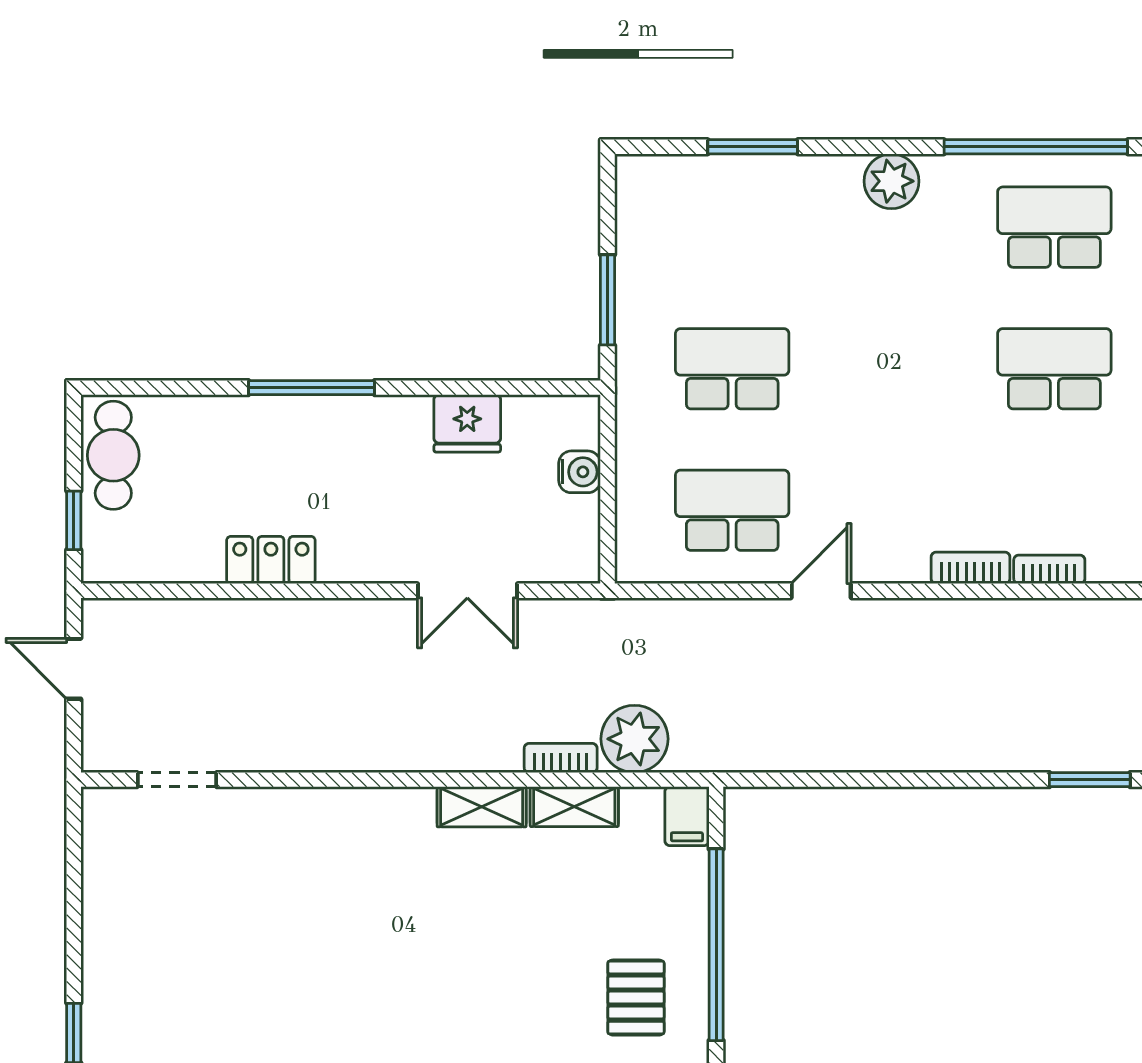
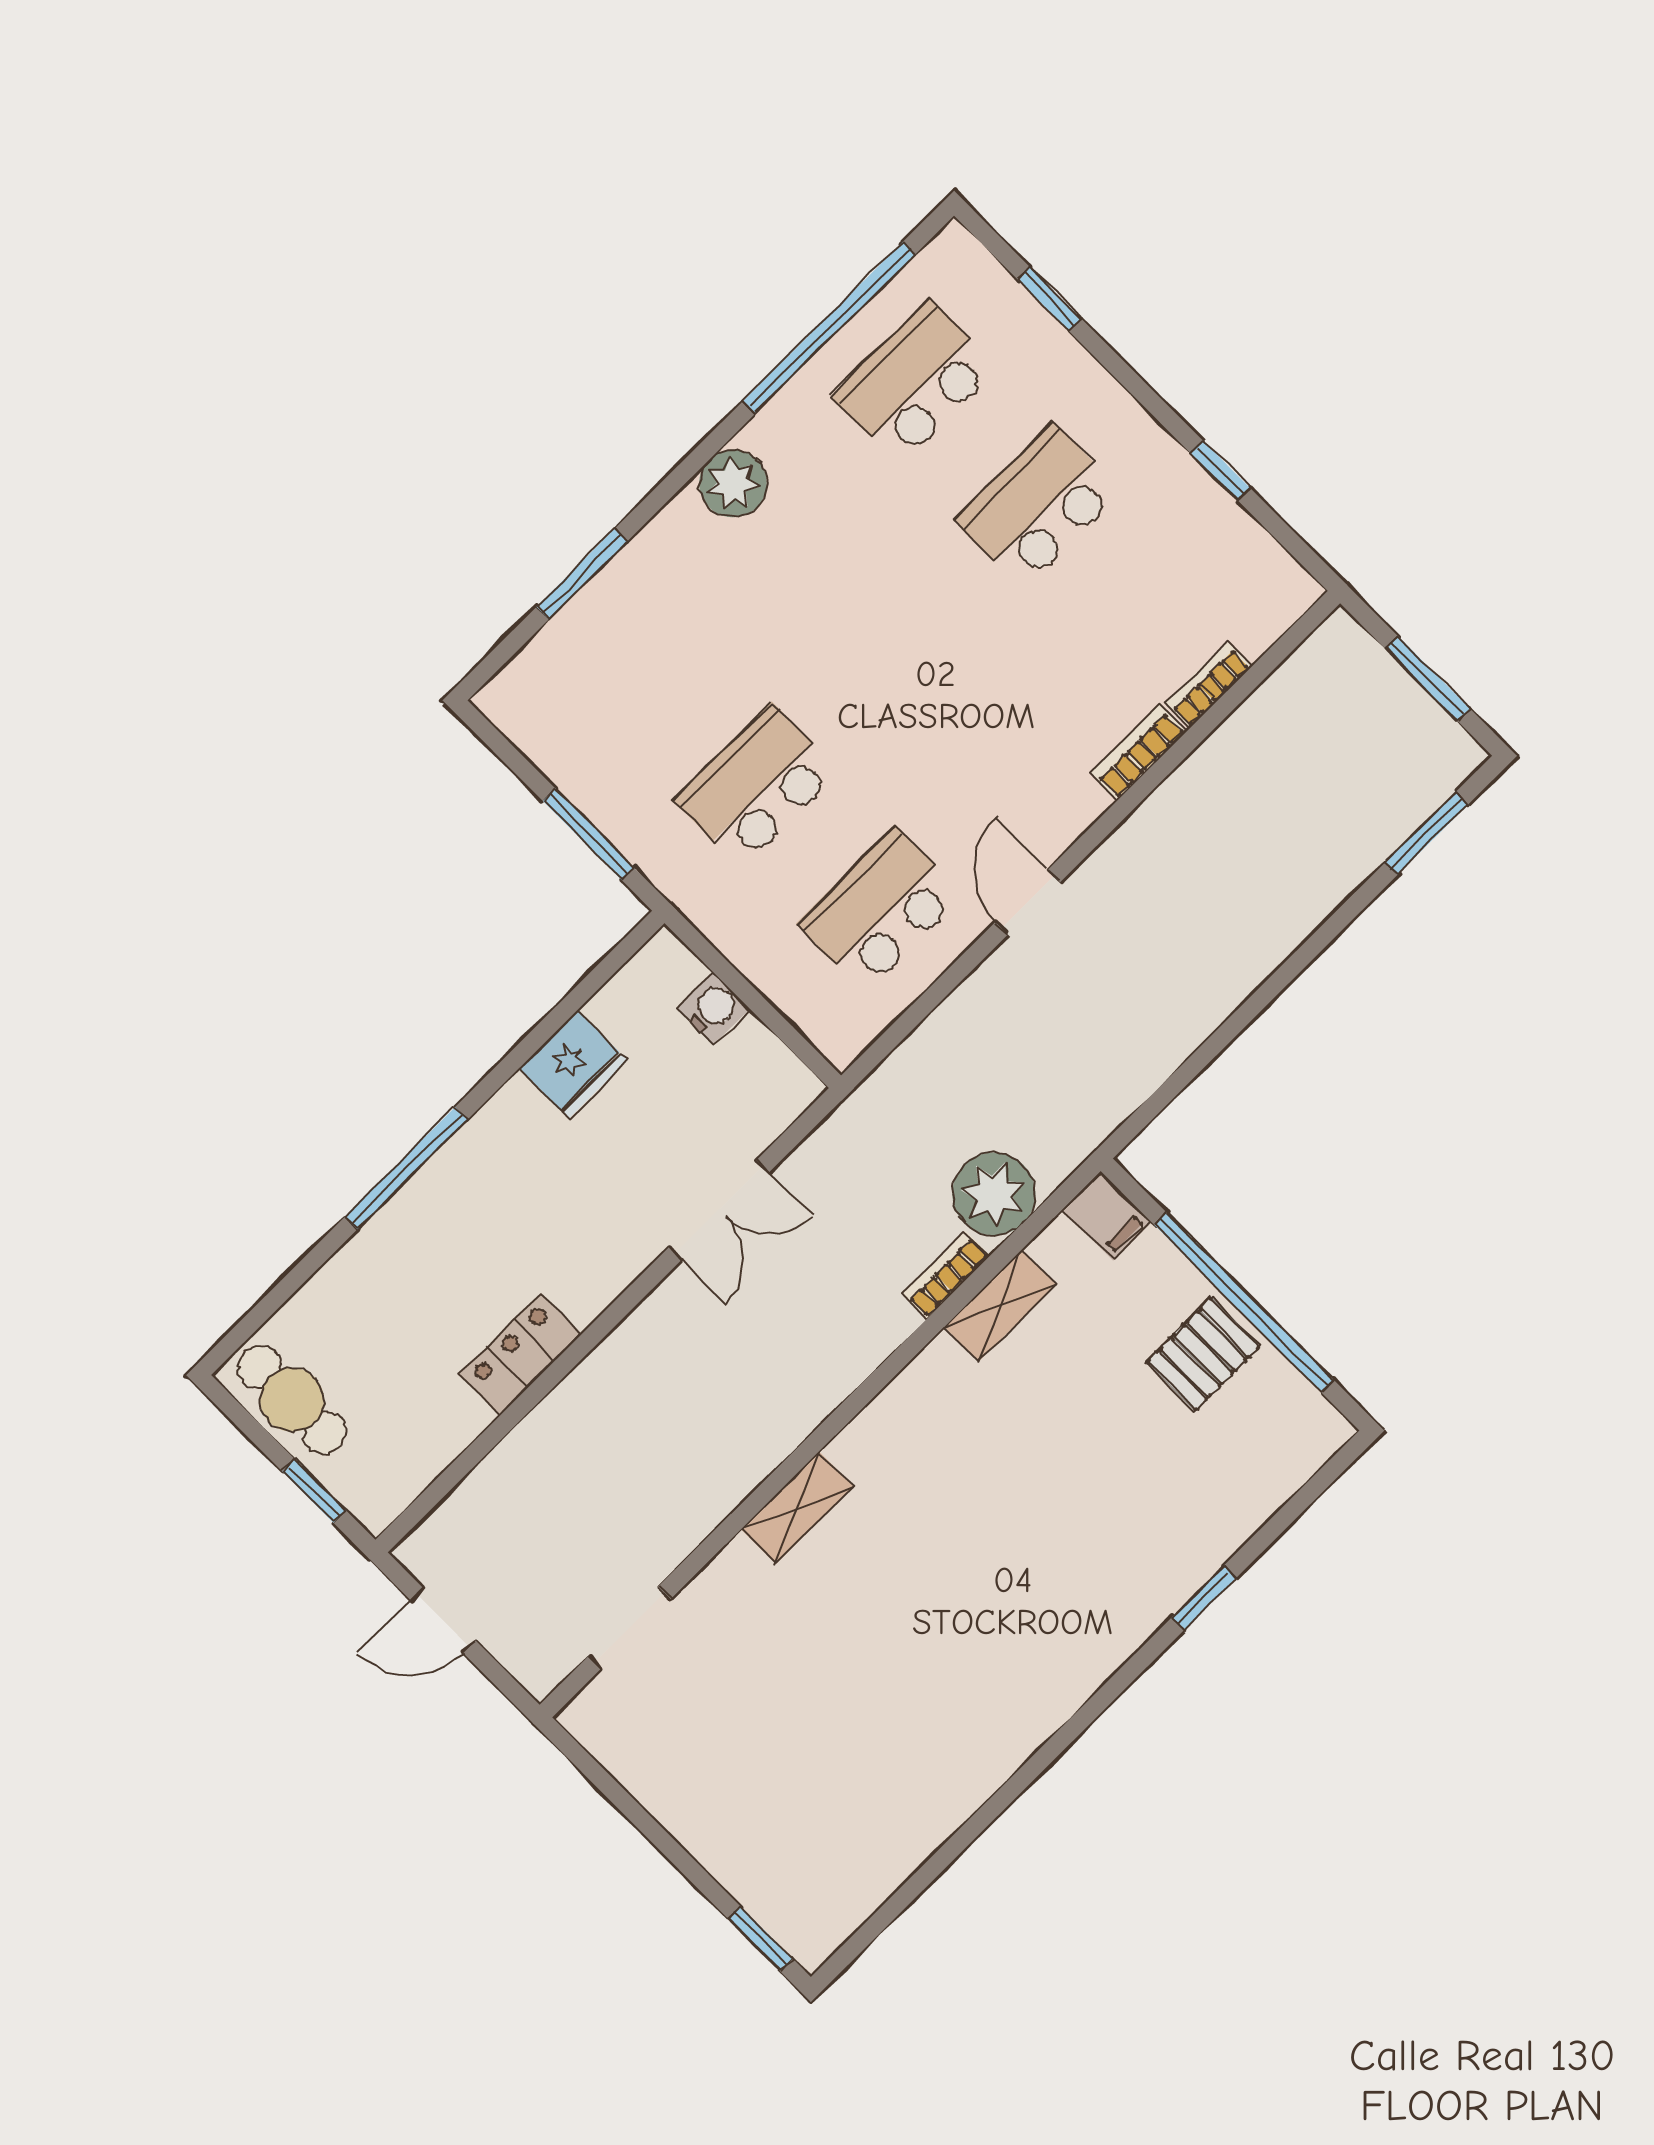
shelving: (482, 807) -> (797, 1508), moved
pallet: (636, 998) -> (1203, 1354), moved, turned 90

